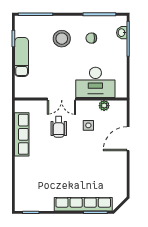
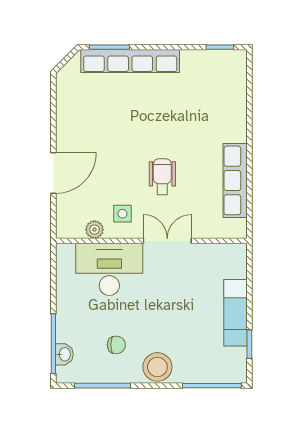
stool: (62, 39) -> (157, 367), moved
side table: (88, 125) -> (122, 214), moved
wheelchair: (59, 127) -> (162, 177), moved

